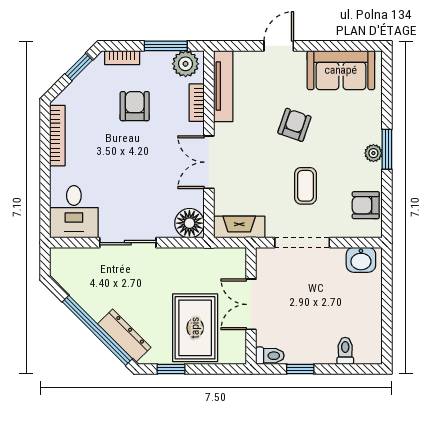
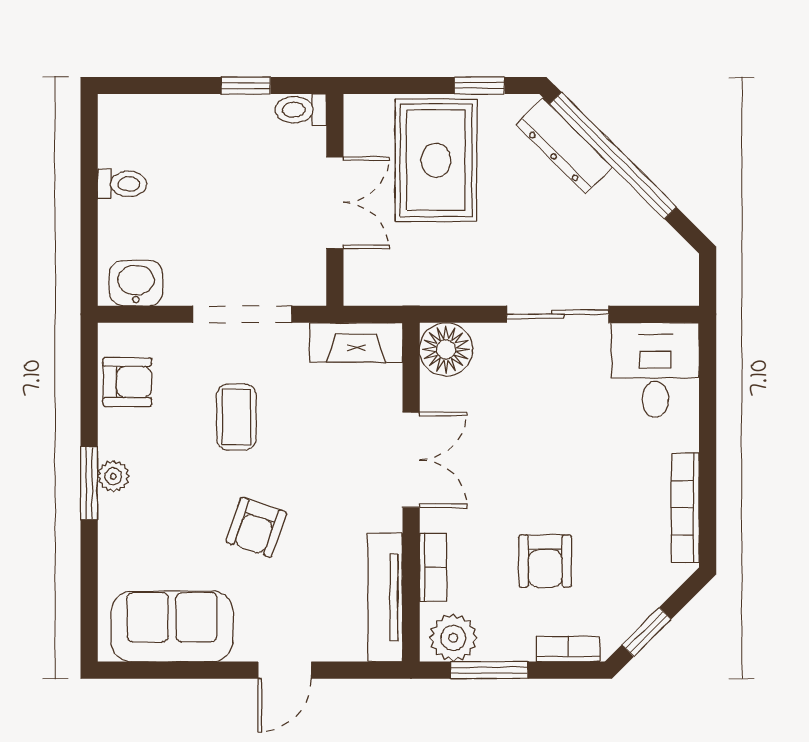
toilet: (345, 351) -> (122, 184), moved, turned -90

